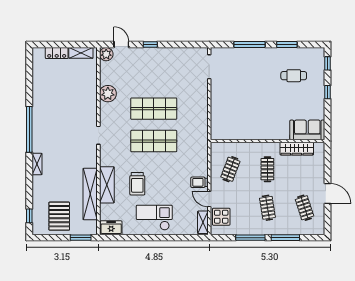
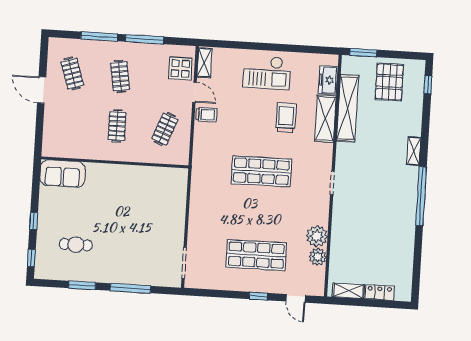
plant: (106, 54) -> (318, 257), moved
shop shelf: (154, 109) -> (256, 255), moved
wardrobe: (297, 149) -> (78, 150), removed
freezer: (111, 228) -> (328, 80), moved, turned 90

